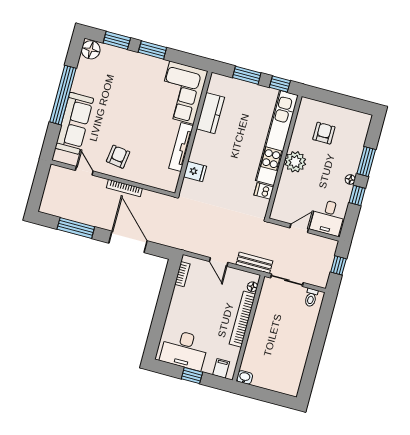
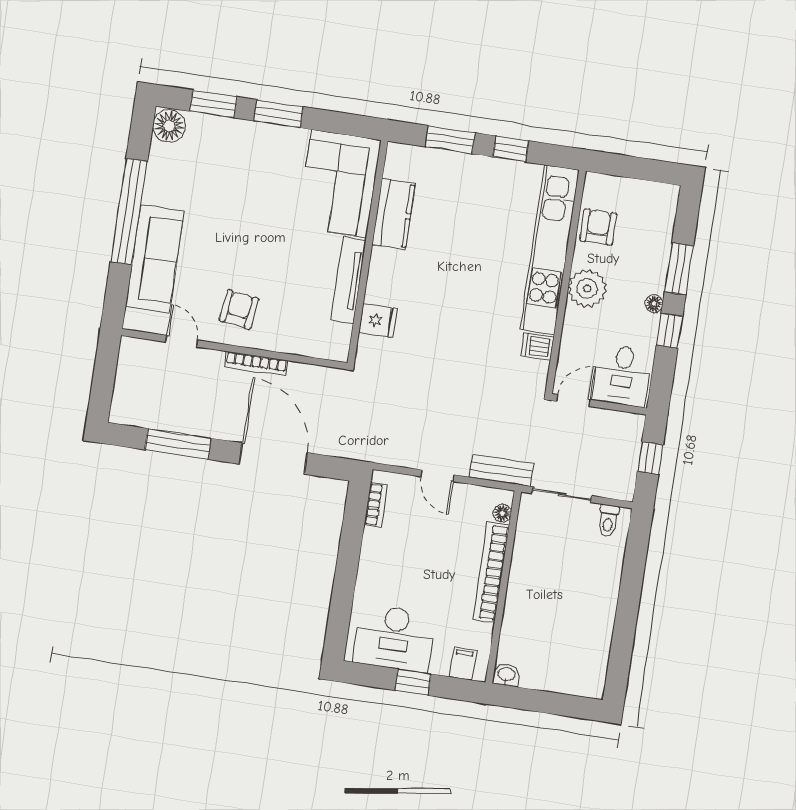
kitchen unit: (277, 138) -> (550, 250), moved
wall: (284, 157) -> (565, 282), moved
plant: (295, 162) -> (587, 289), moved
dishwasher: (264, 191) -> (537, 346), moved

